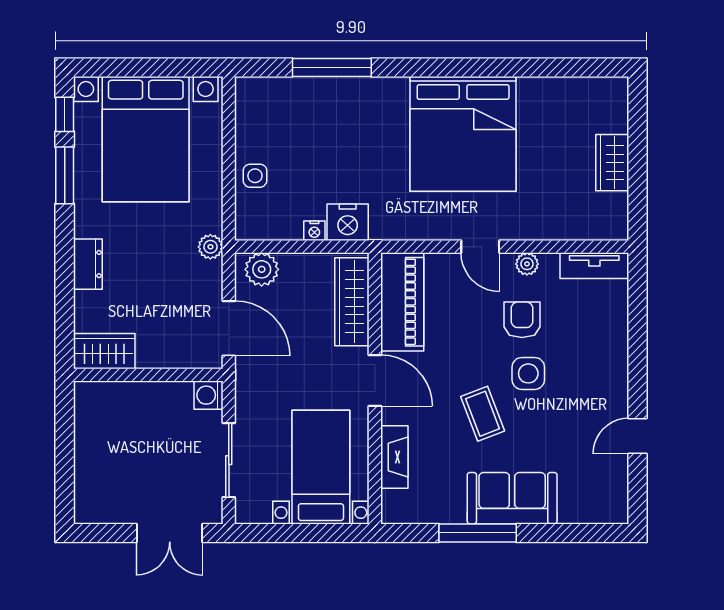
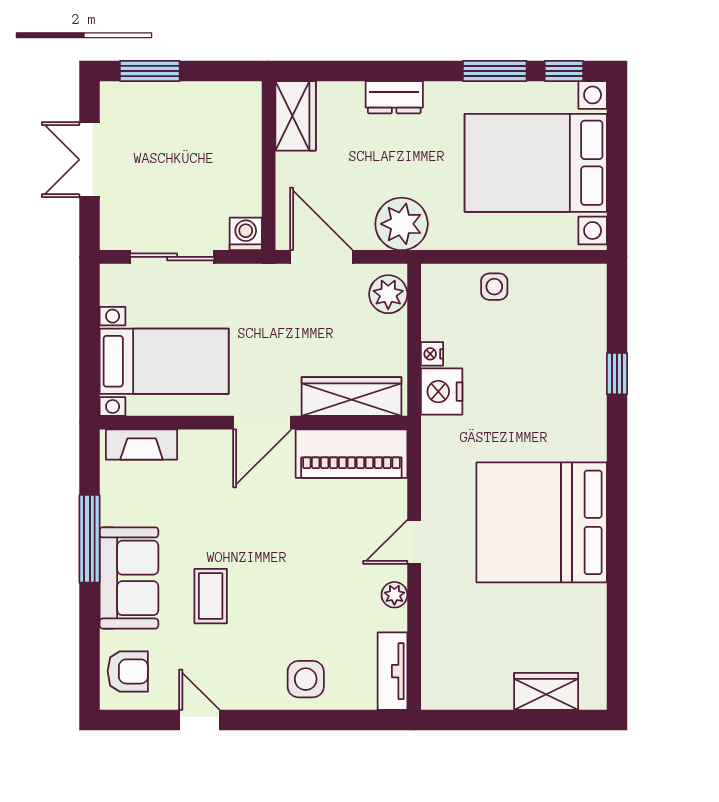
window: (332, 68) -> (617, 374), width x0.46
wardrobe: (612, 163) -> (546, 691), moved
plant: (210, 247) -> (402, 224), width x1.87, depth x1.87
armchair: (522, 320) -> (128, 671), moved
door: (229, 328) -> (321, 257), swing flipped
side table: (528, 373) -> (306, 679), moved
coffee table: (483, 414) -> (211, 596), moved, turned -69
fireplace: (394, 457) -> (142, 445), moved
window: (65, 480) -> (150, 71), added
double door: (170, 533) -> (90, 160), moved

